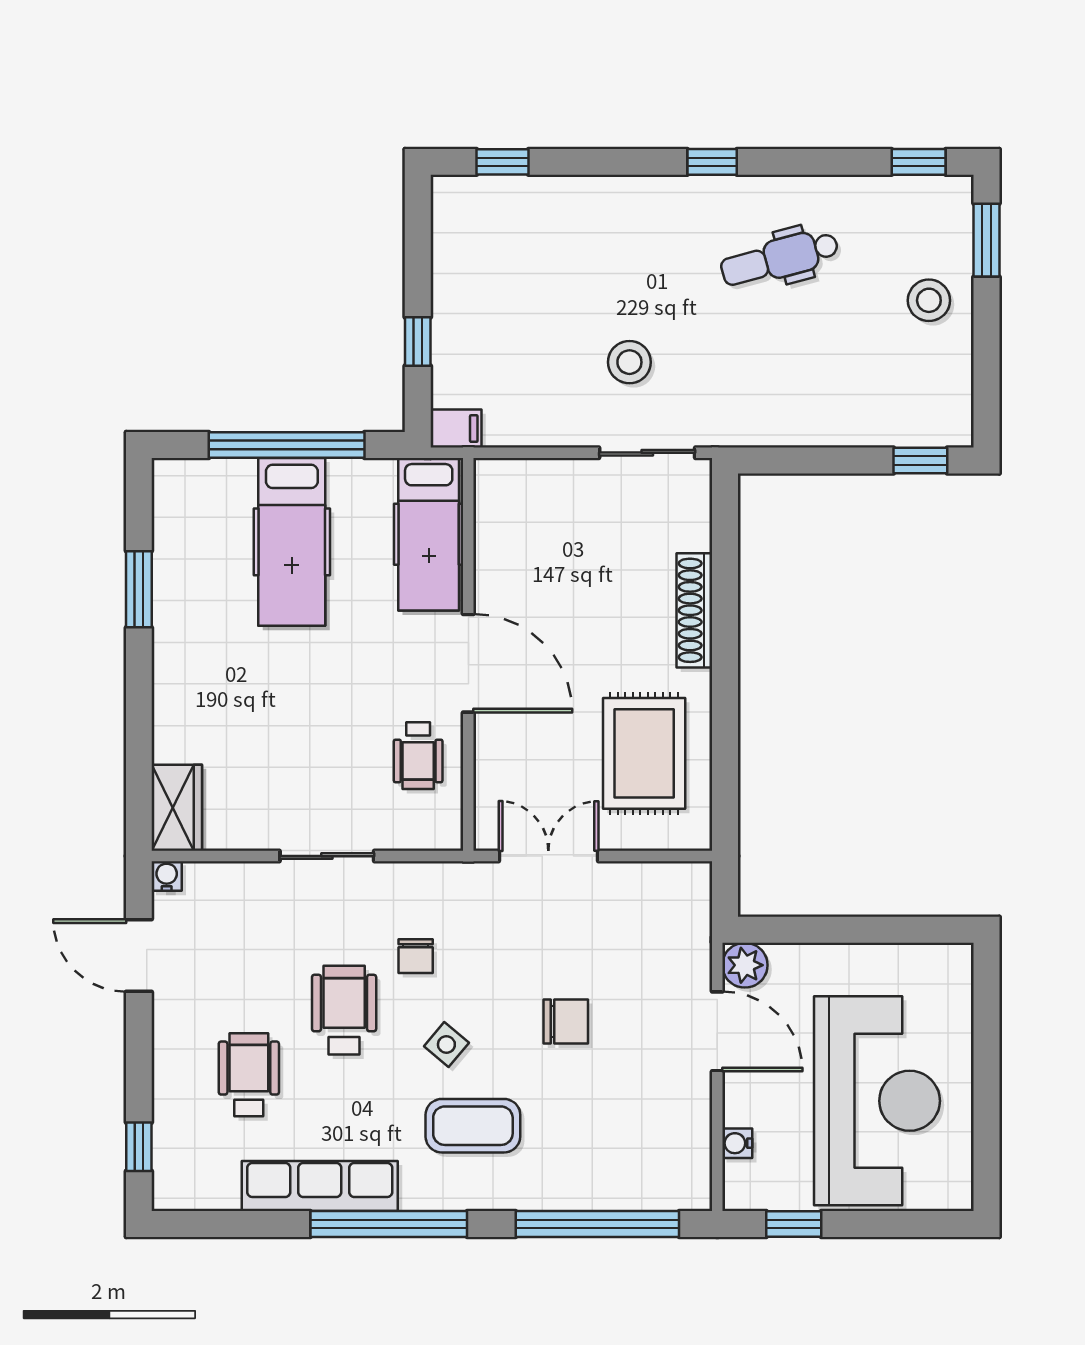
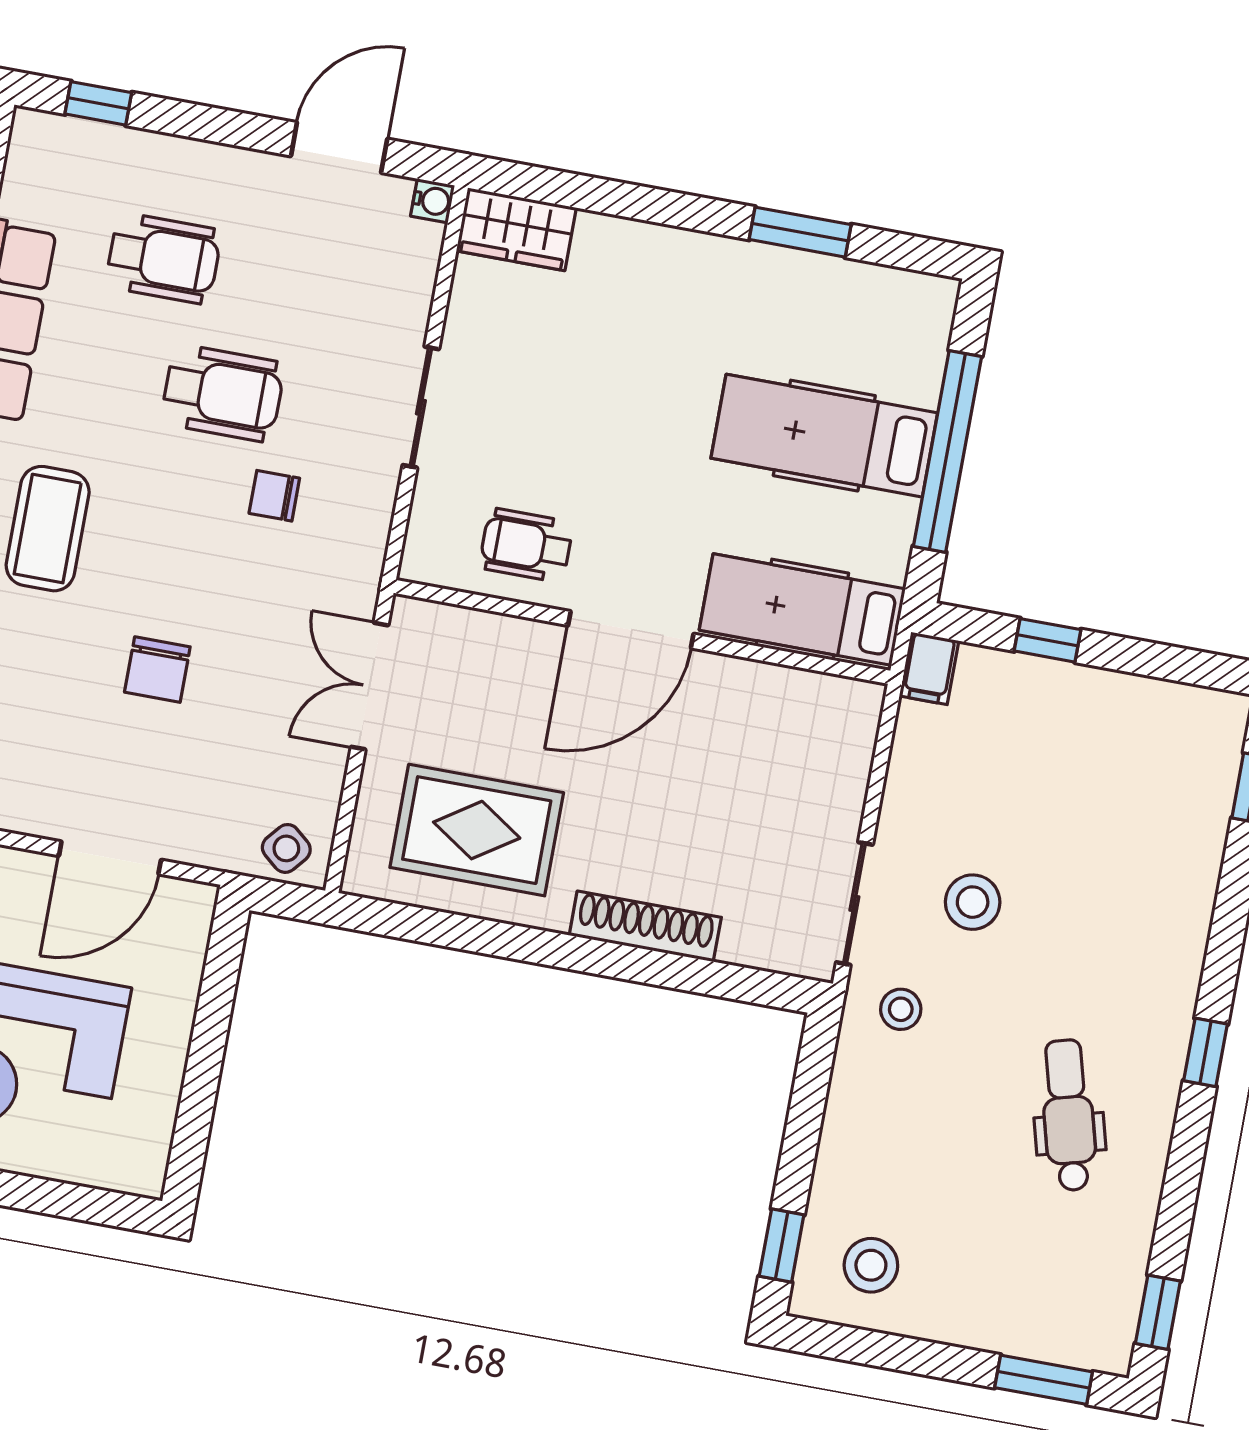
stool: (929, 300) -> (871, 1265), moved
stool: (722, 402) -> (901, 1009), added
double door: (548, 856) -> (370, 686), swing flipped
plant: (745, 965) -> (187, 908), removed
side table: (446, 1045) -> (286, 848), moved

